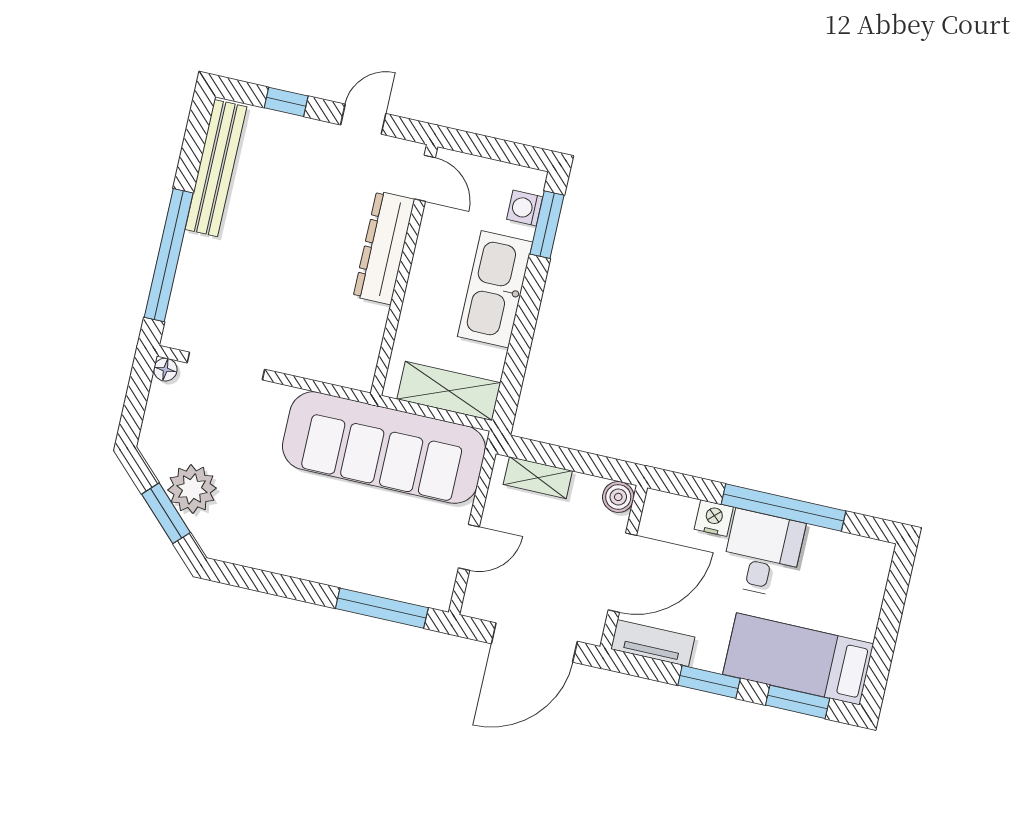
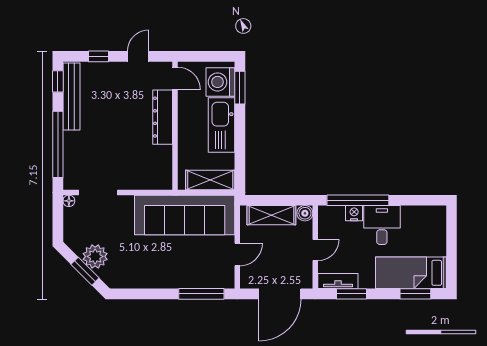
window: (196, 133) -> (58, 81), added
washing machine: (525, 208) -> (220, 82), width x1.89, depth x1.89
shelving: (538, 478) -> (271, 215), width x1.50, depth x1.33
window: (783, 508) -> (358, 200), moved
door: (622, 573) -> (315, 250), width x0.53
window: (709, 682) -> (351, 294), moved

